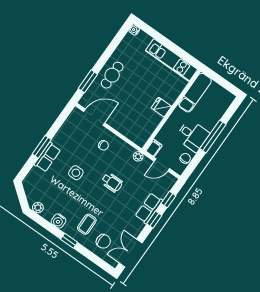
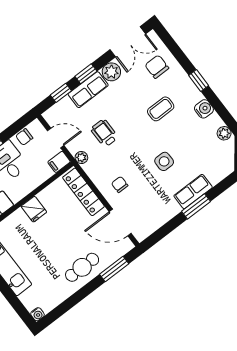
locker: (129, 131) -> (84, 192), added
wheelchair: (112, 182) -> (104, 133), moved
coffee table: (87, 224) -> (161, 109), moved
plant: (136, 227) -> (111, 72), added

